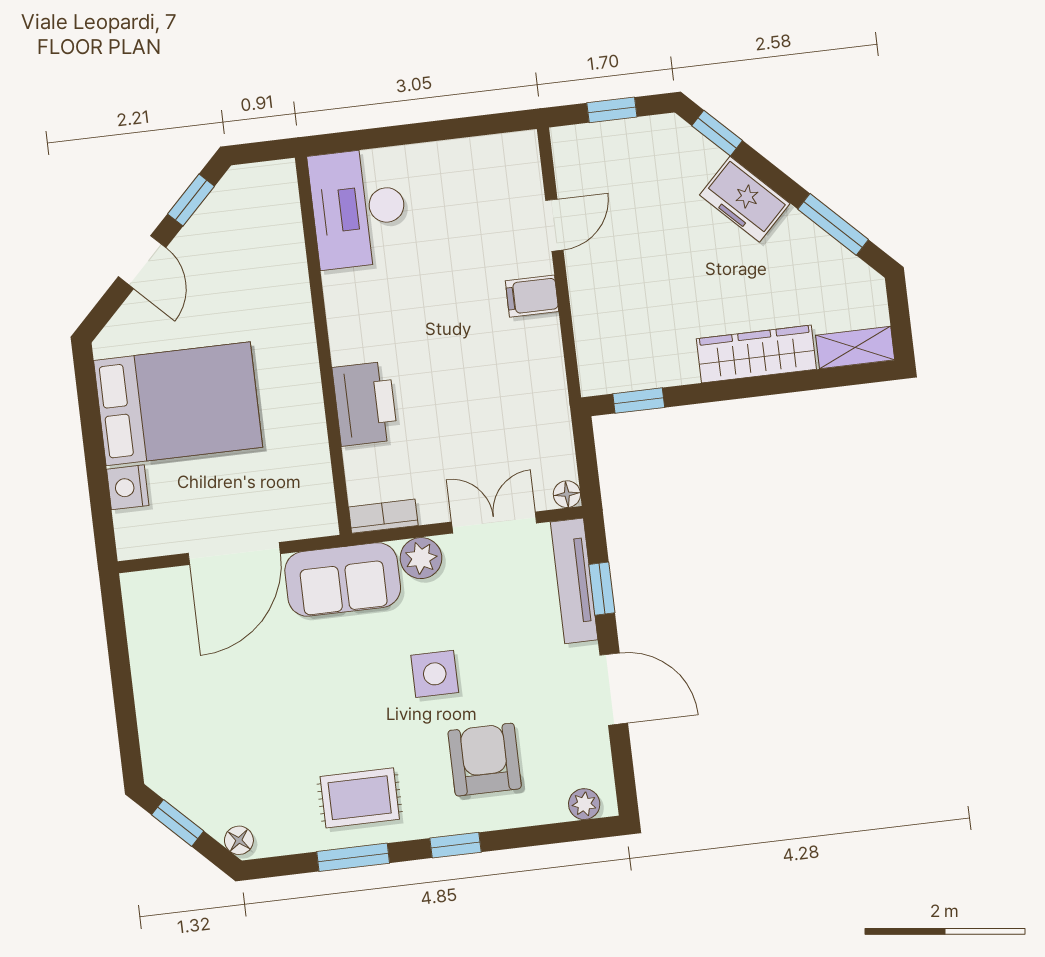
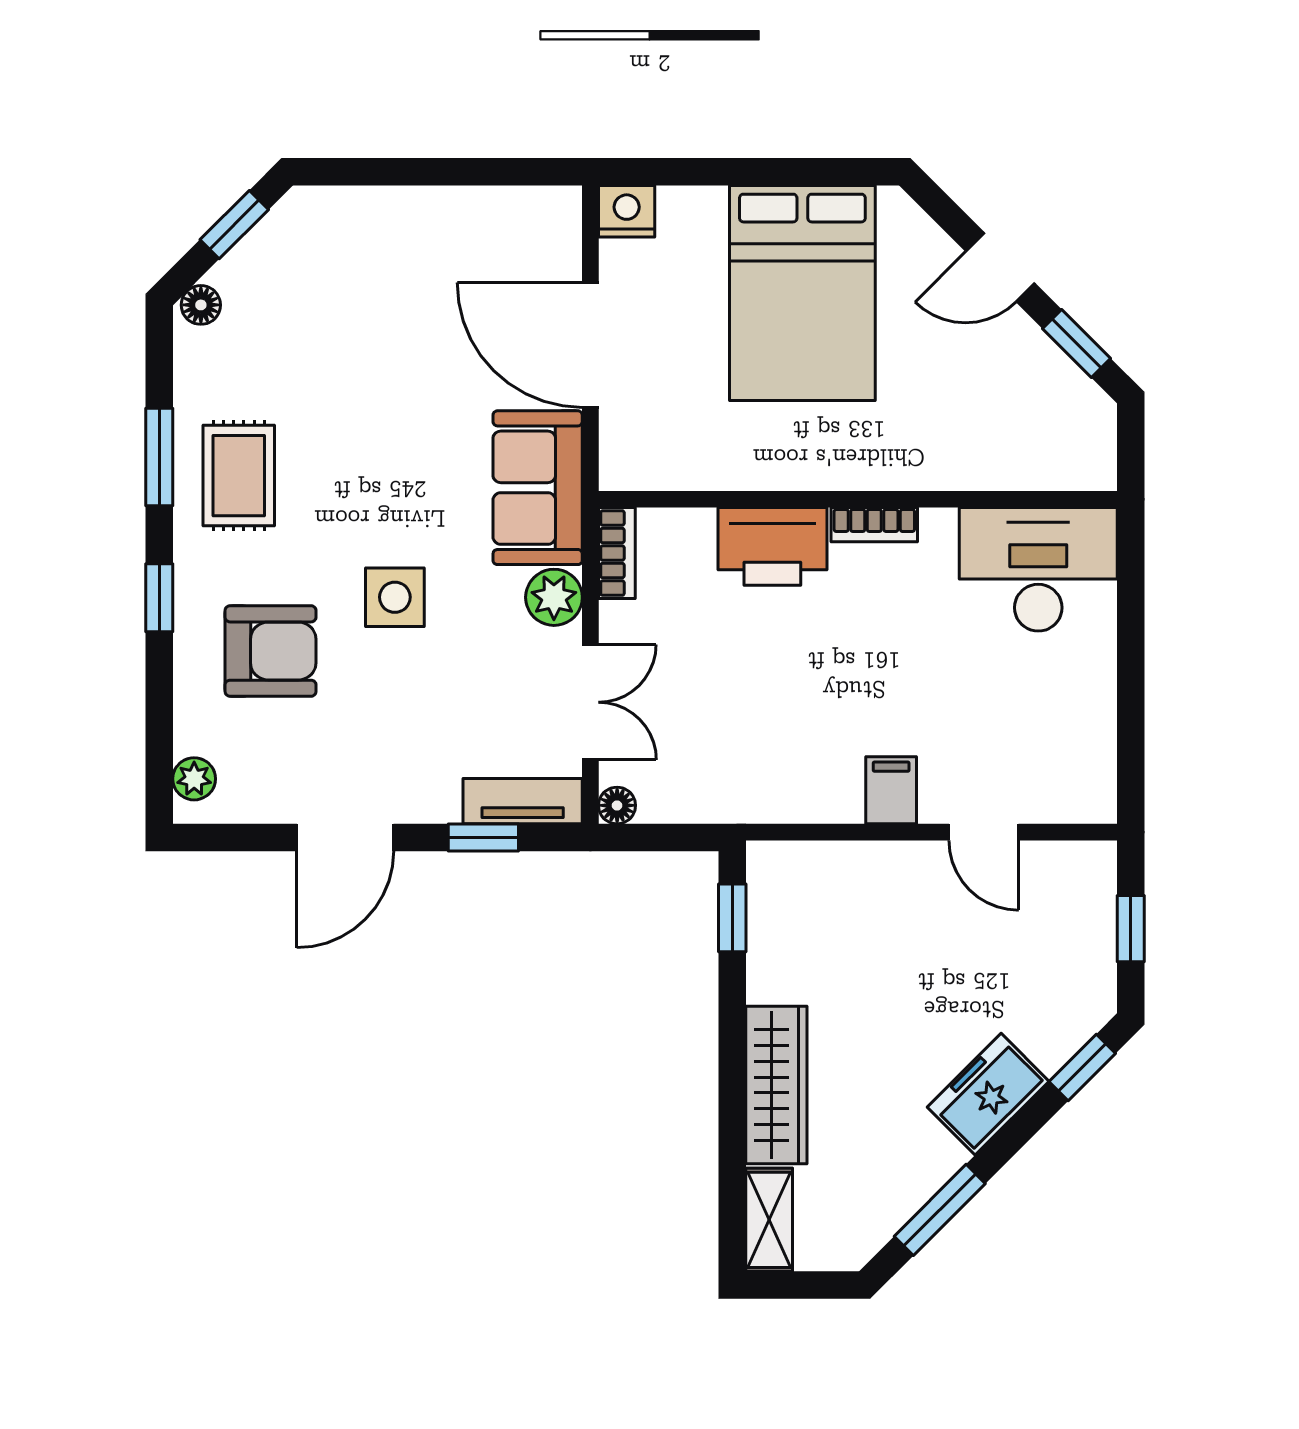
bookcase: (340, 331) -> (874, 525), added
nightstand: (128, 487) -> (627, 211), moved
tv unit: (574, 581) -> (523, 801), width x0.71

